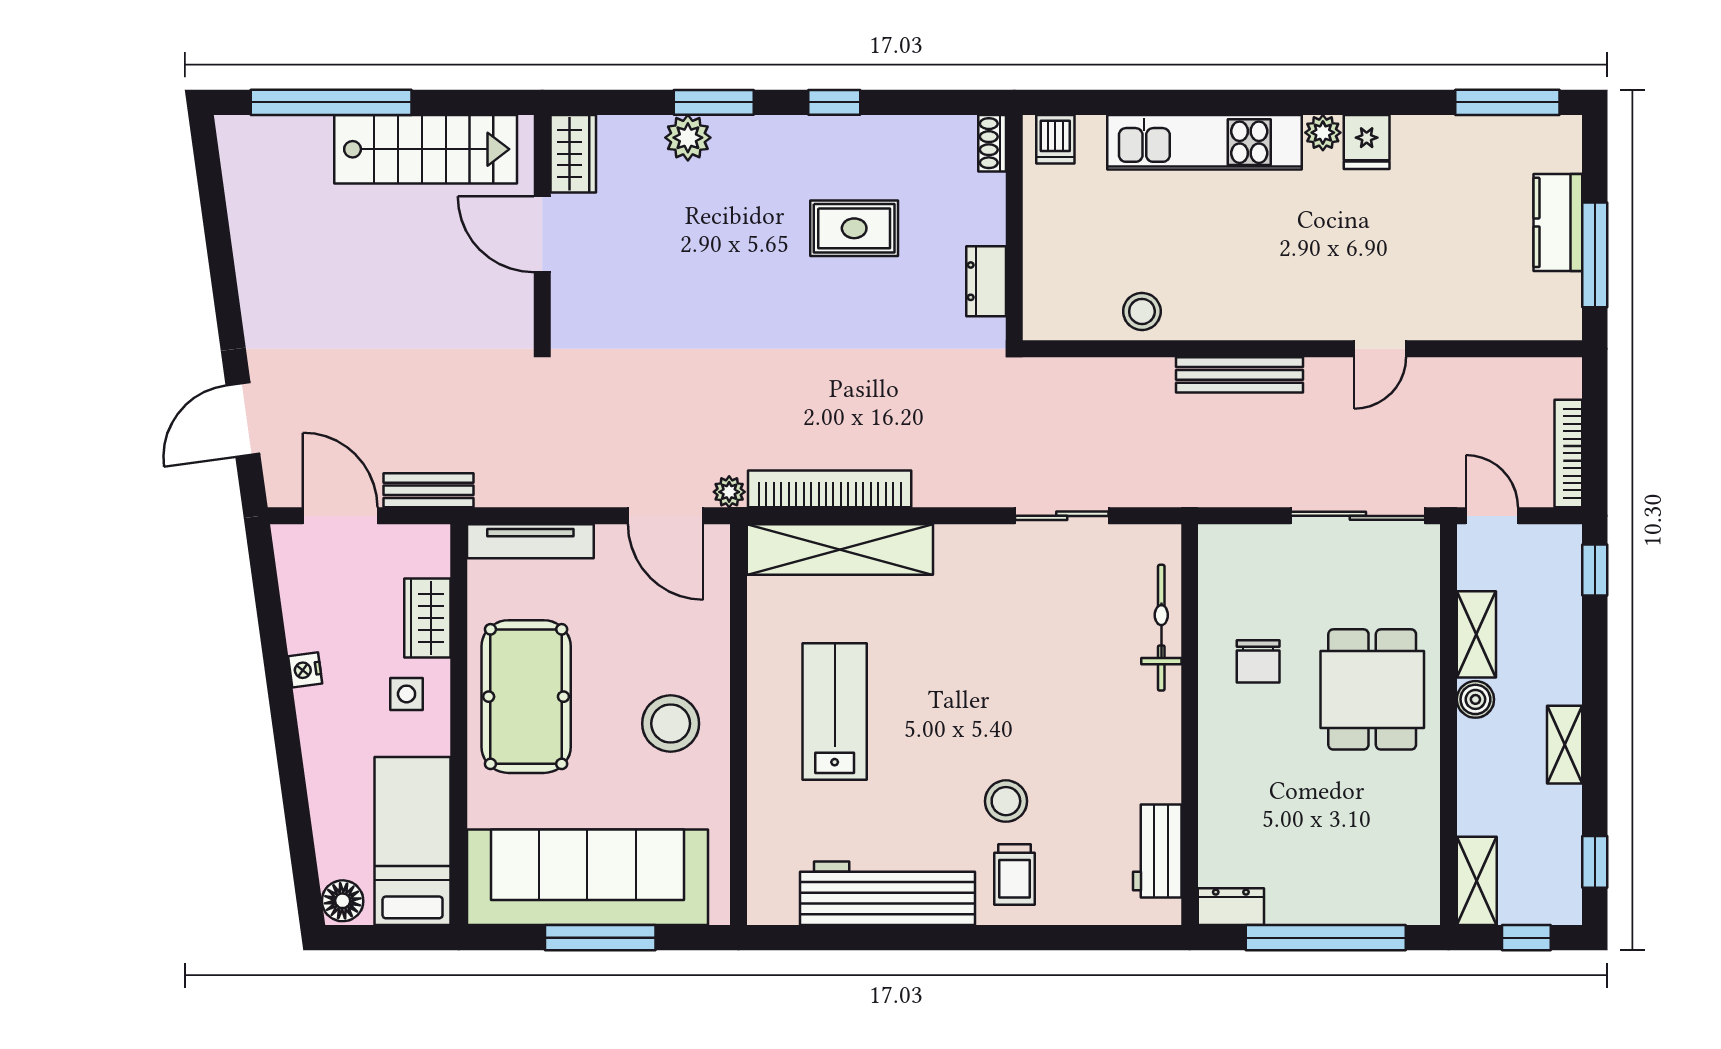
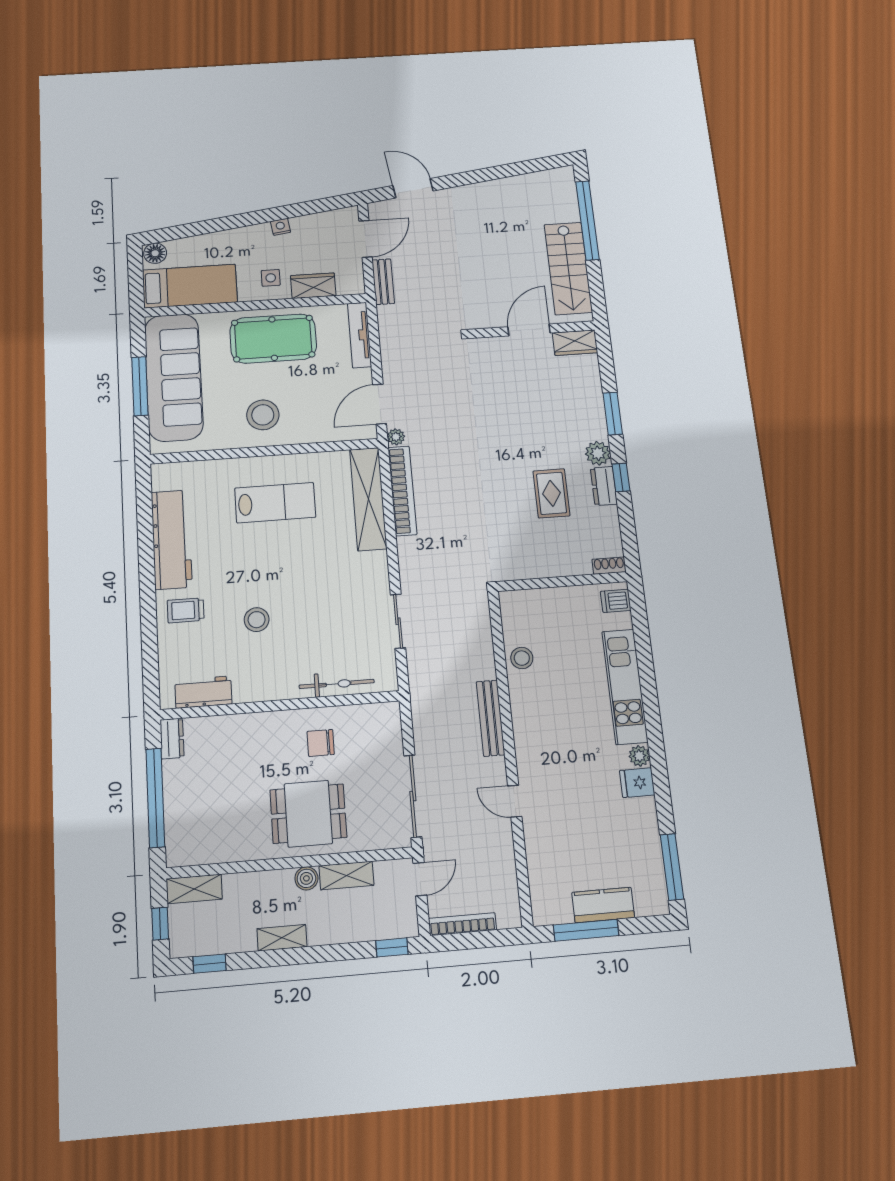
plant: (688, 138) -> (598, 453), moved
dresser: (986, 281) -> (604, 486), moved, turned -90
stool: (1006, 801) -> (257, 620), moved

